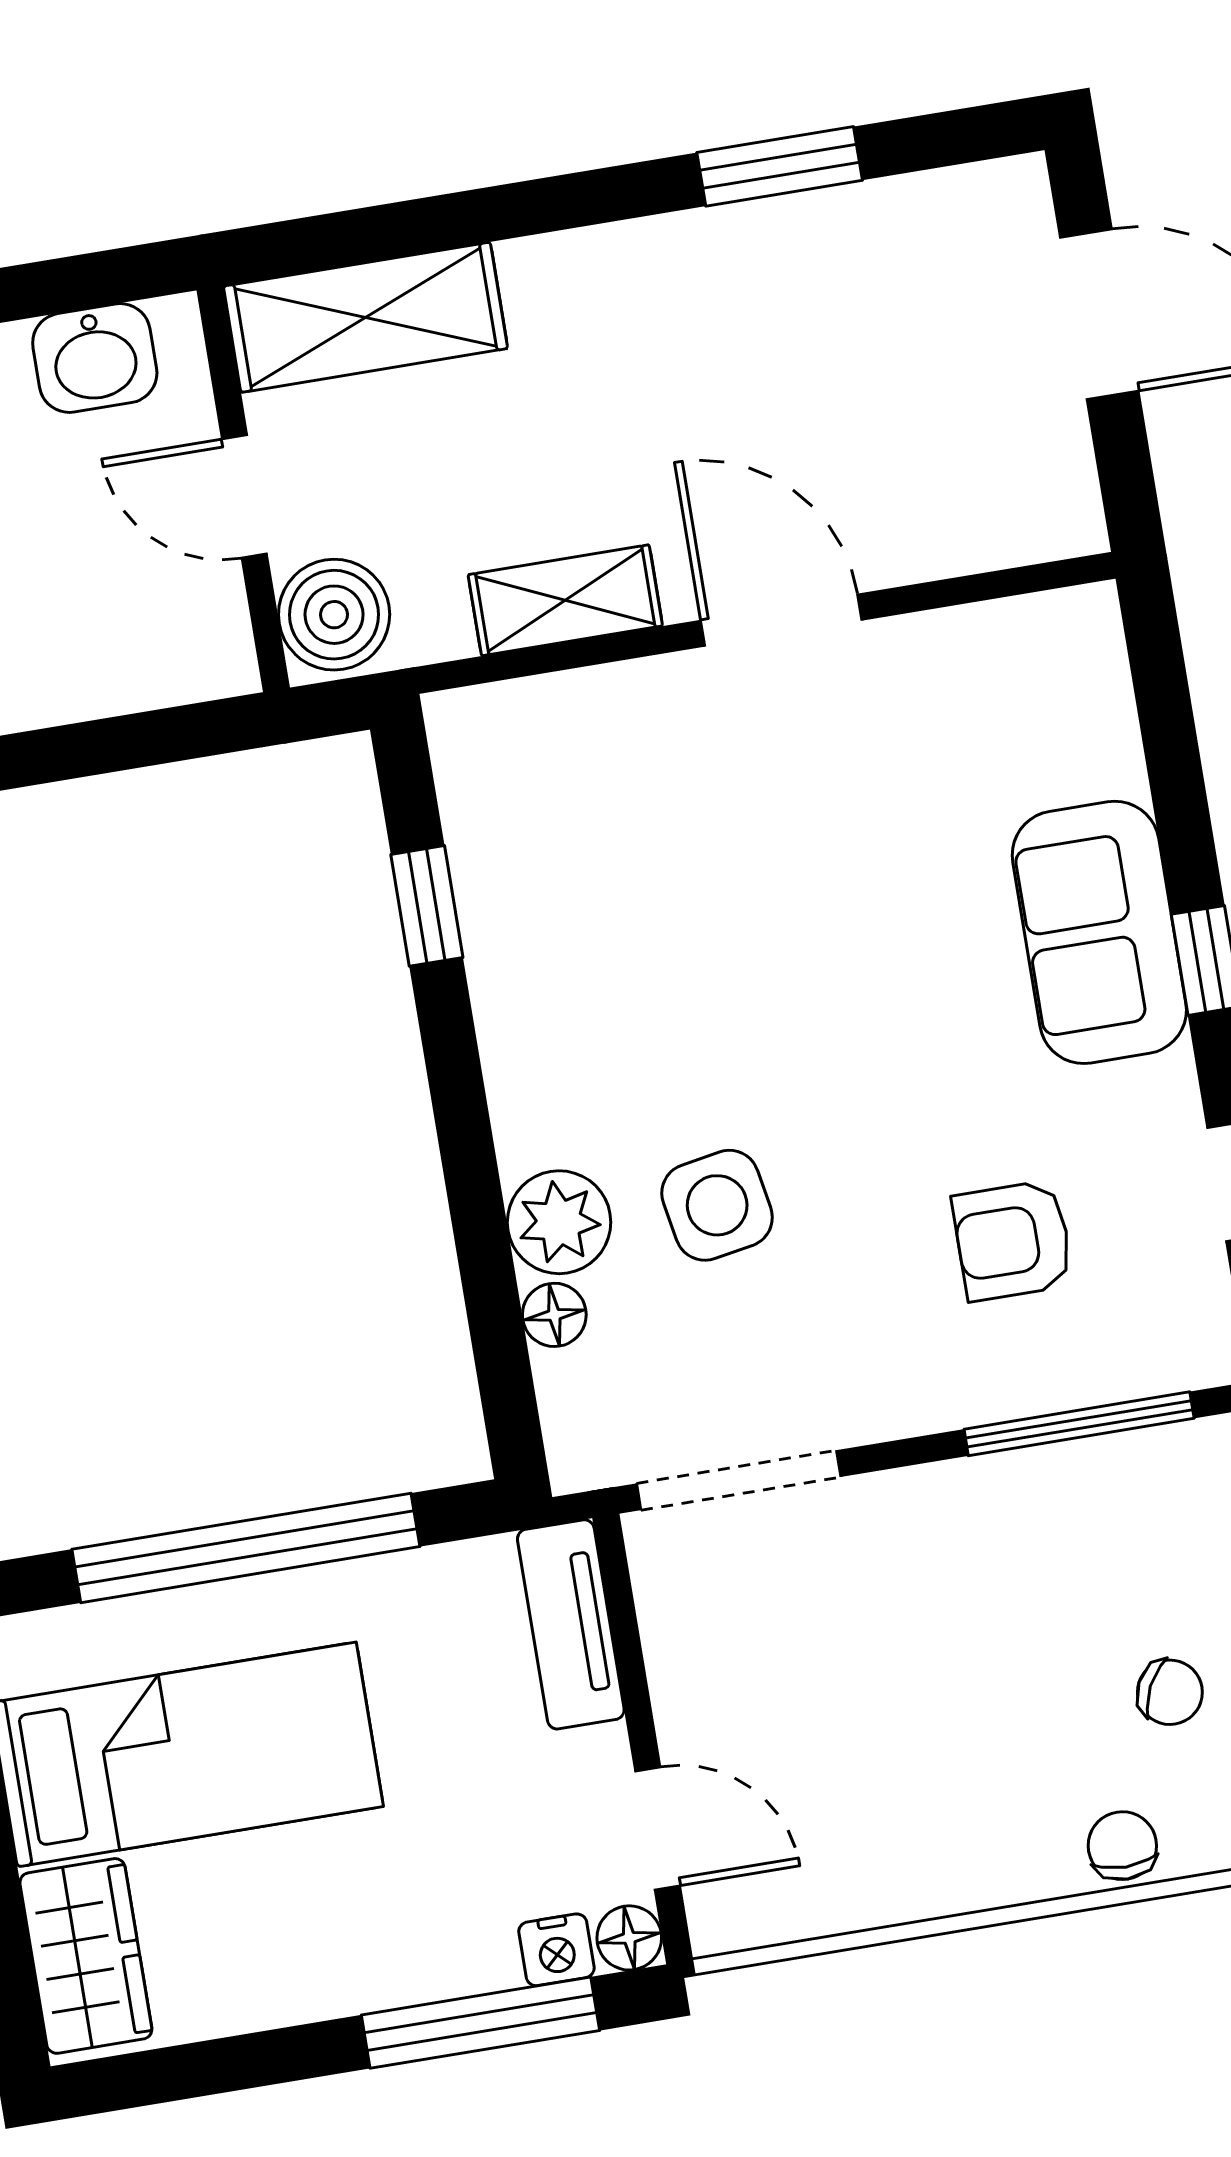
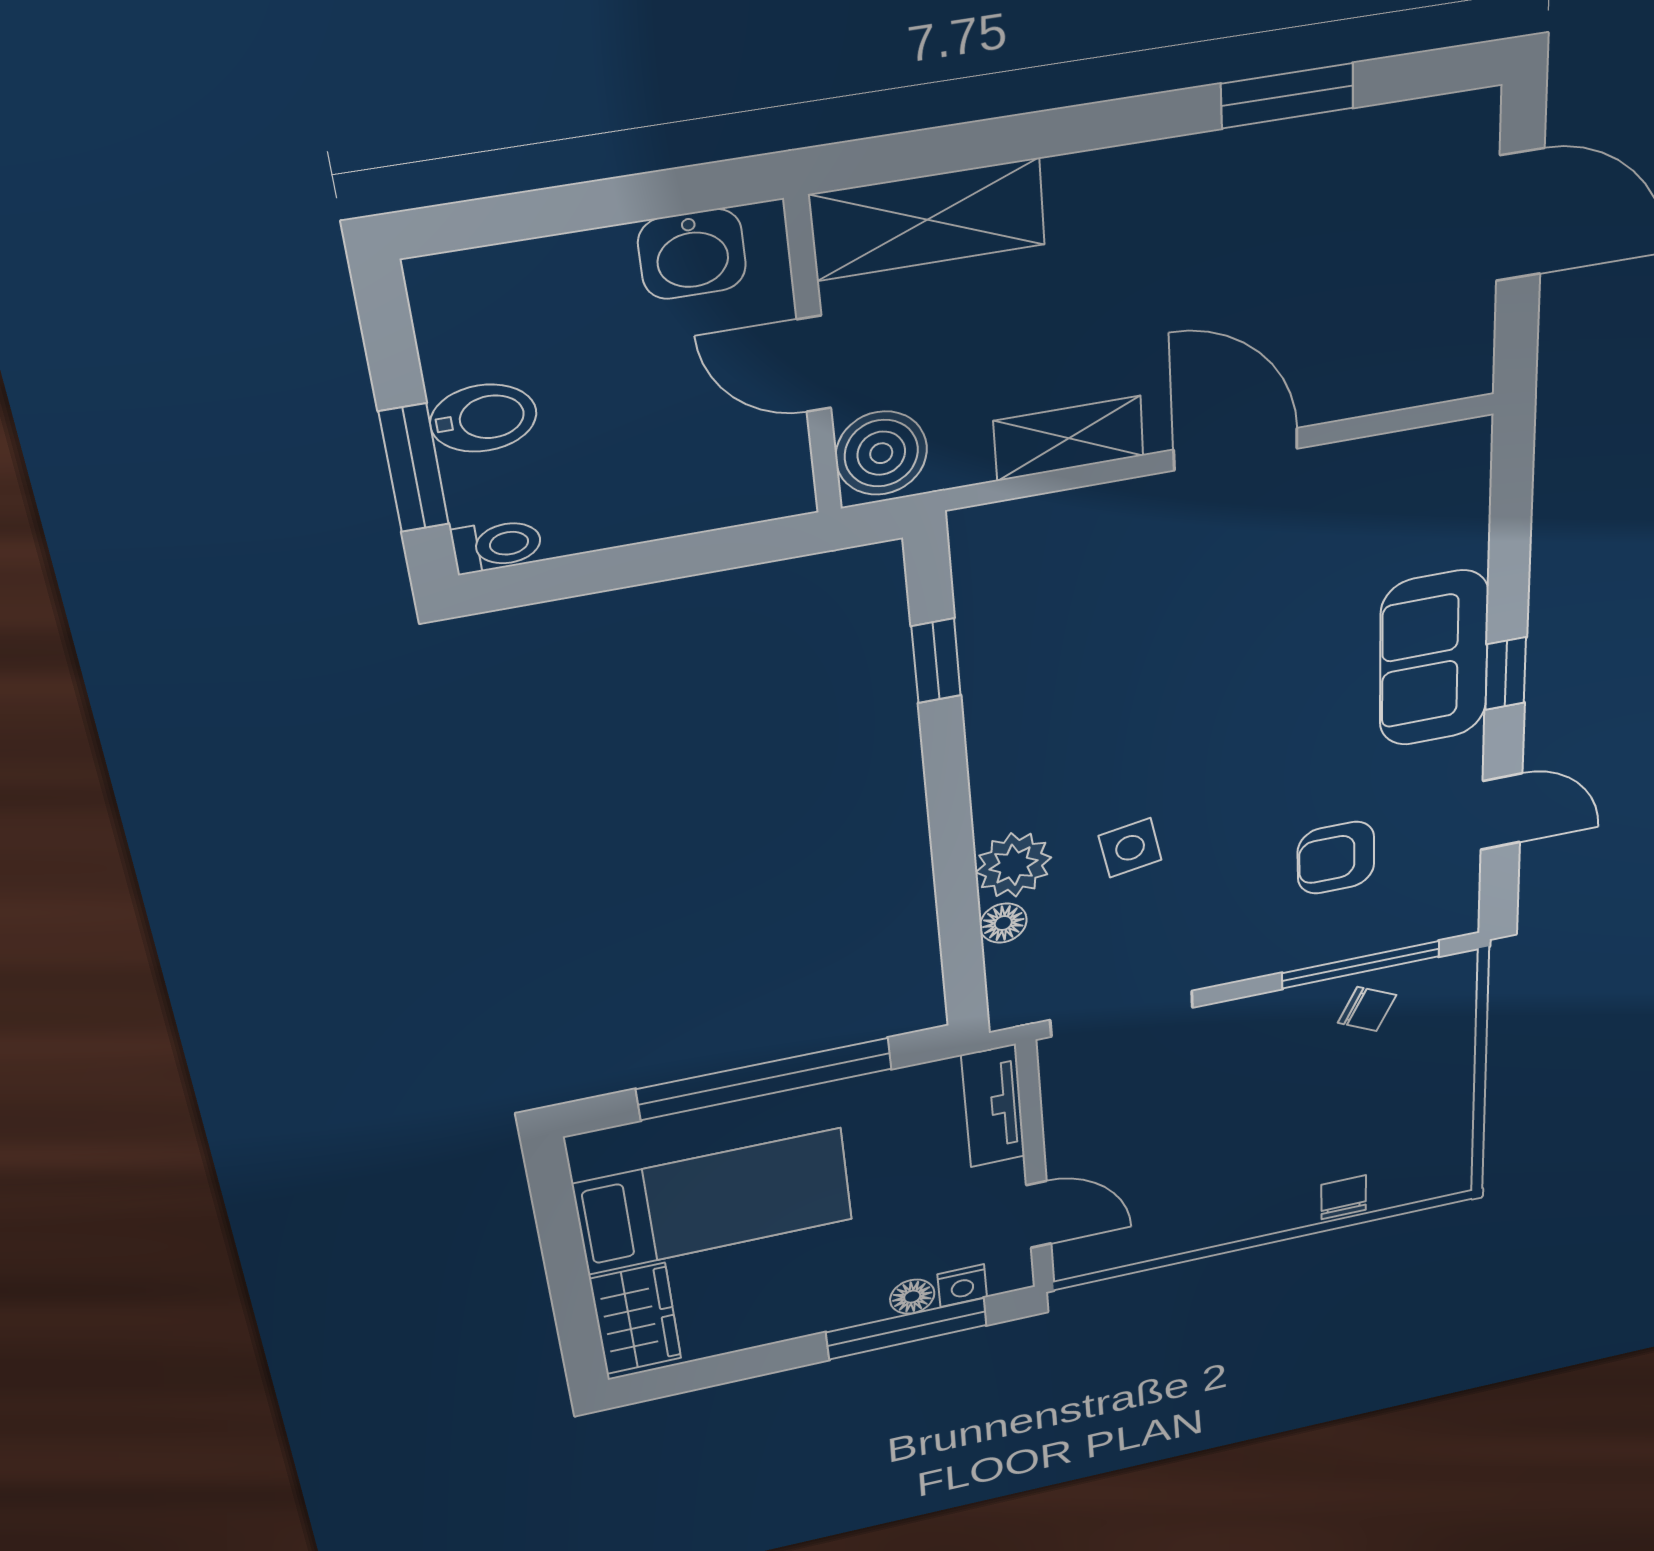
side table: (717, 1205) -> (1130, 848), width x0.73, depth x0.73
chair: (1170, 1692) -> (1367, 1009), moved
floor lamp: (629, 1938) -> (912, 1297), moved

